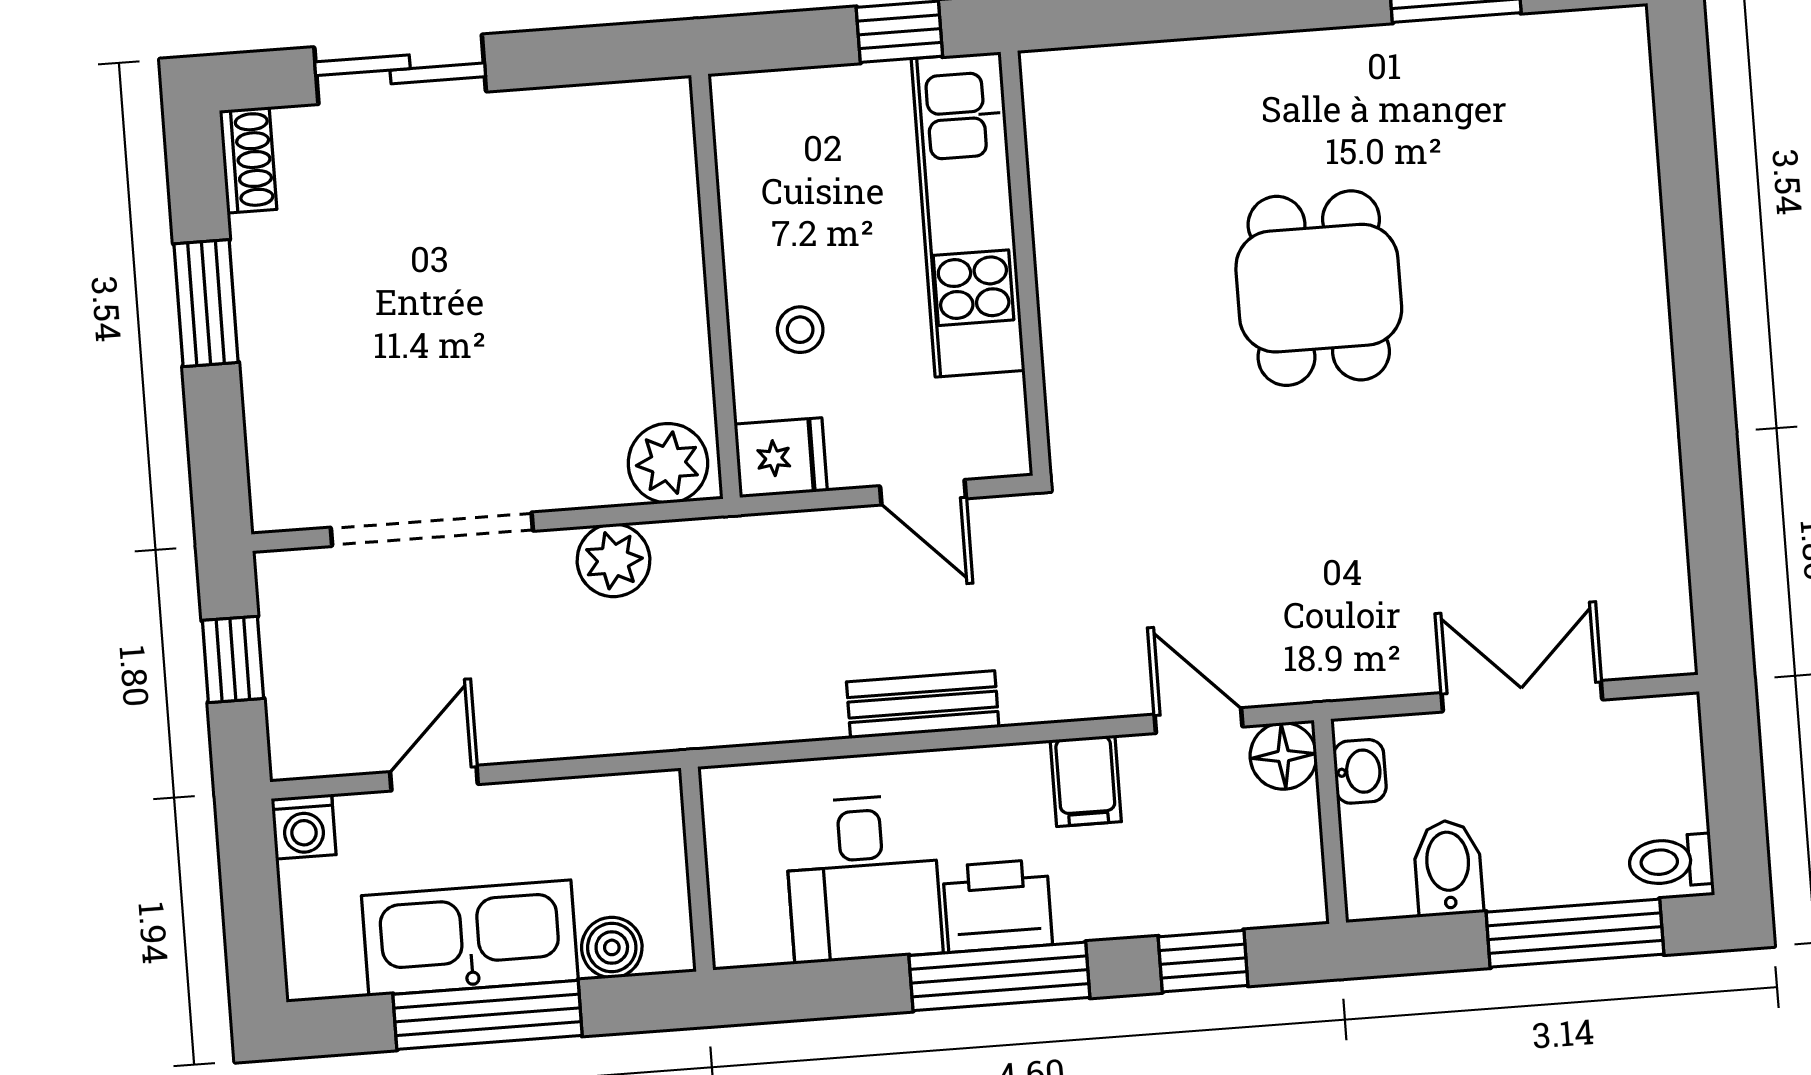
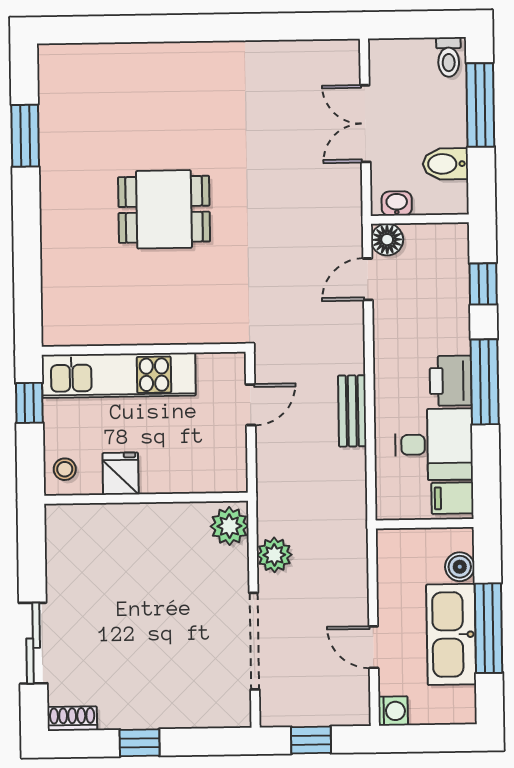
window: (206, 303) -> (140, 743), width x0.67
stool: (800, 330) -> (65, 469), moved
fridge: (781, 458) -> (121, 474), moved
filing cabinet: (1086, 781) -> (452, 498), moved, turned 180

